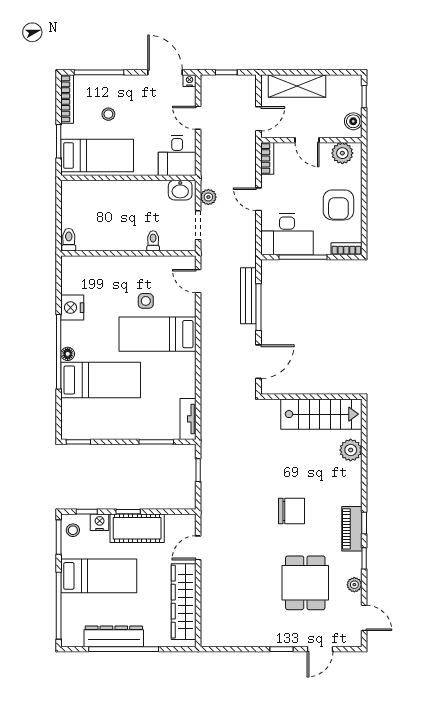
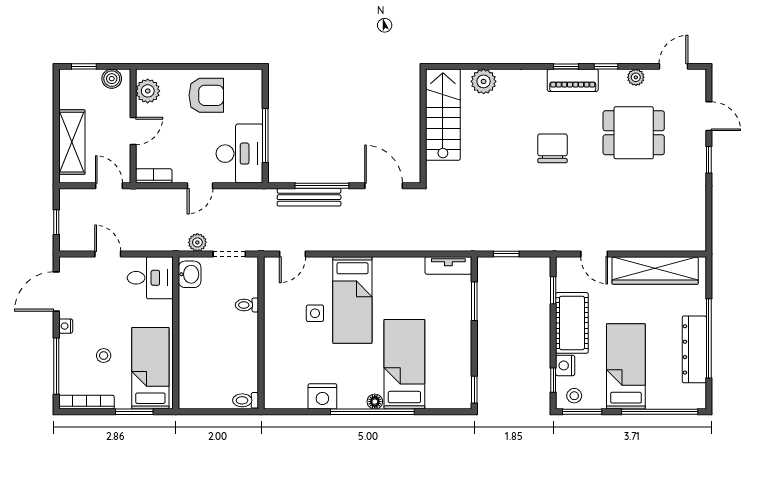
nightstand: (190, 81) -> (66, 326), moved
door: (198, 118) -> (108, 254), swing flipped
bookcase: (346, 249) -> (256, 86), removed
window: (128, 512) -> (553, 290), moved

